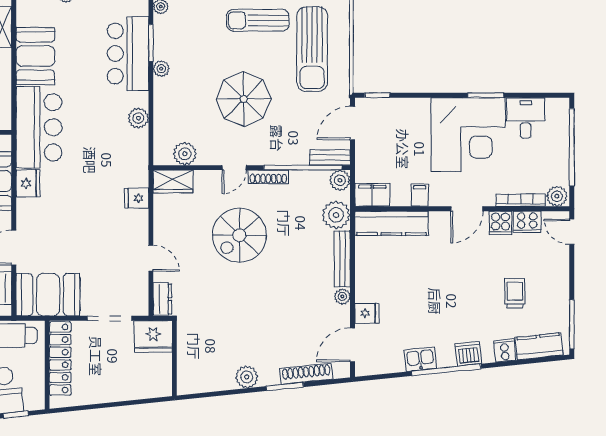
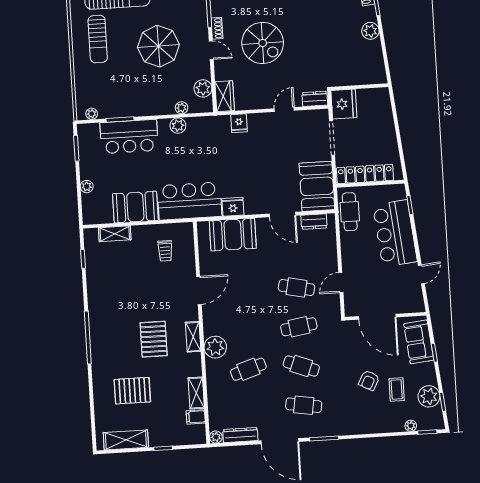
plant: (161, 69) -> (182, 108), moved
shoe rack: (268, 177) -> (217, 28), width x0.70

